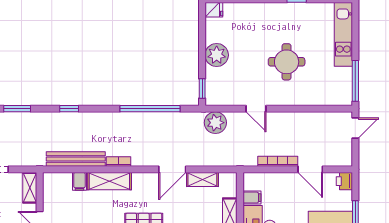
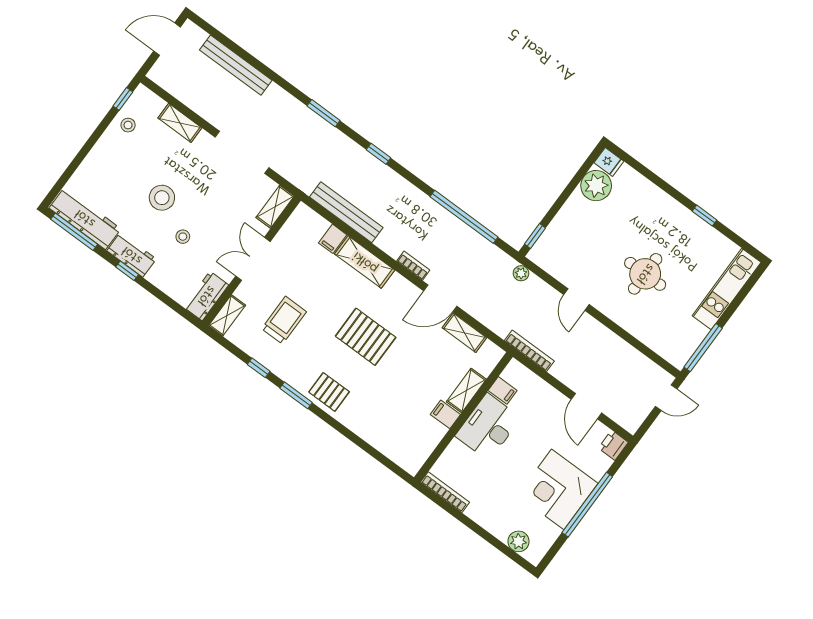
plant: (217, 55) -> (596, 186), moved
plant: (215, 123) -> (521, 273), width x0.53, depth x0.53
bookcase: (119, 161) -> (413, 266), moved
bookcase: (278, 161) -> (529, 351), moved

